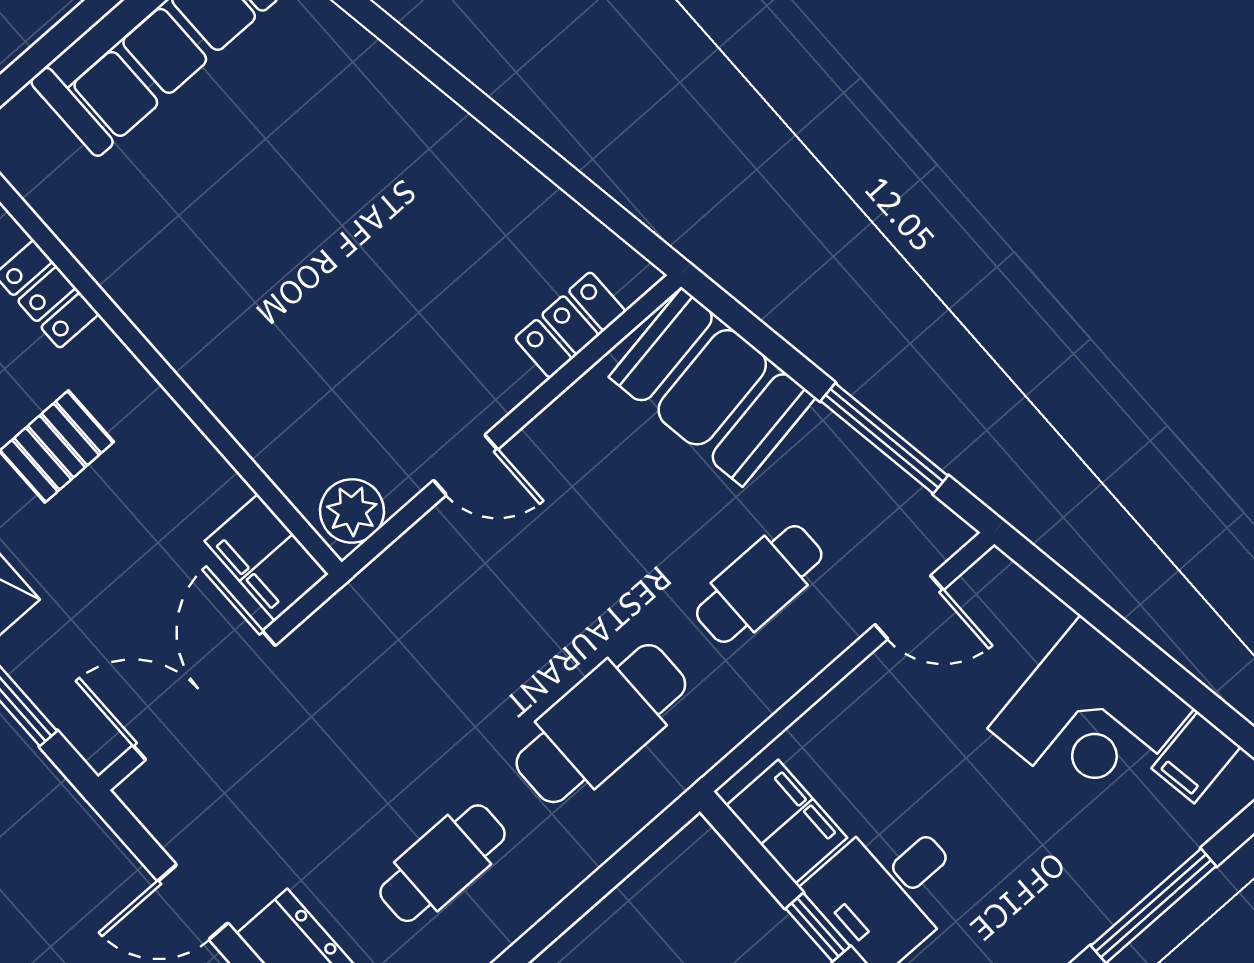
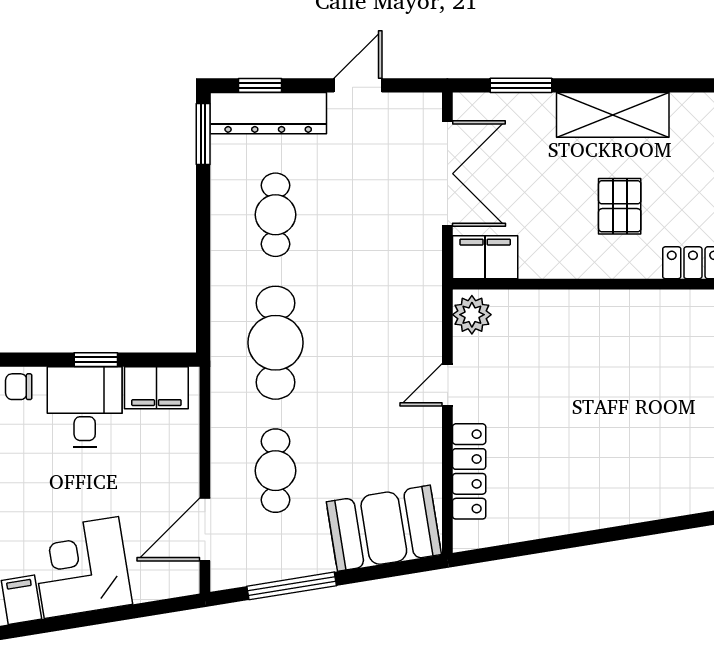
locker: (570, 325) -> (469, 471), width x1.53
door: (909, 607) -> (205, 529), width x1.38

